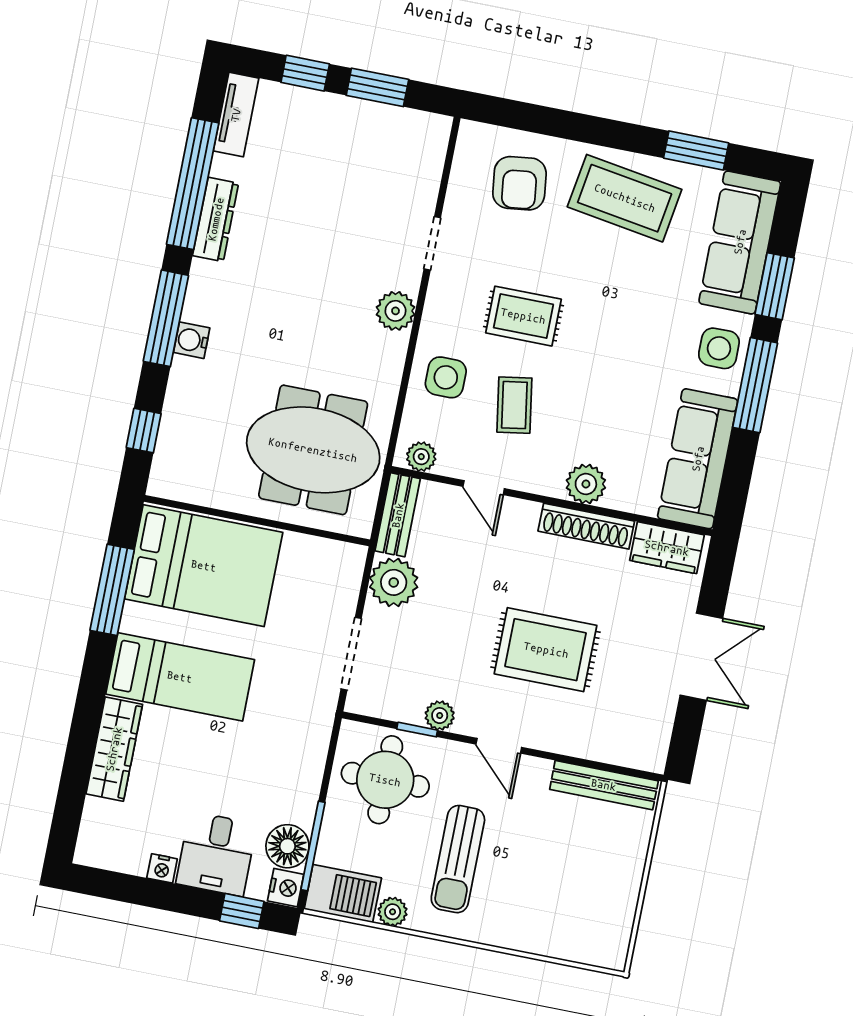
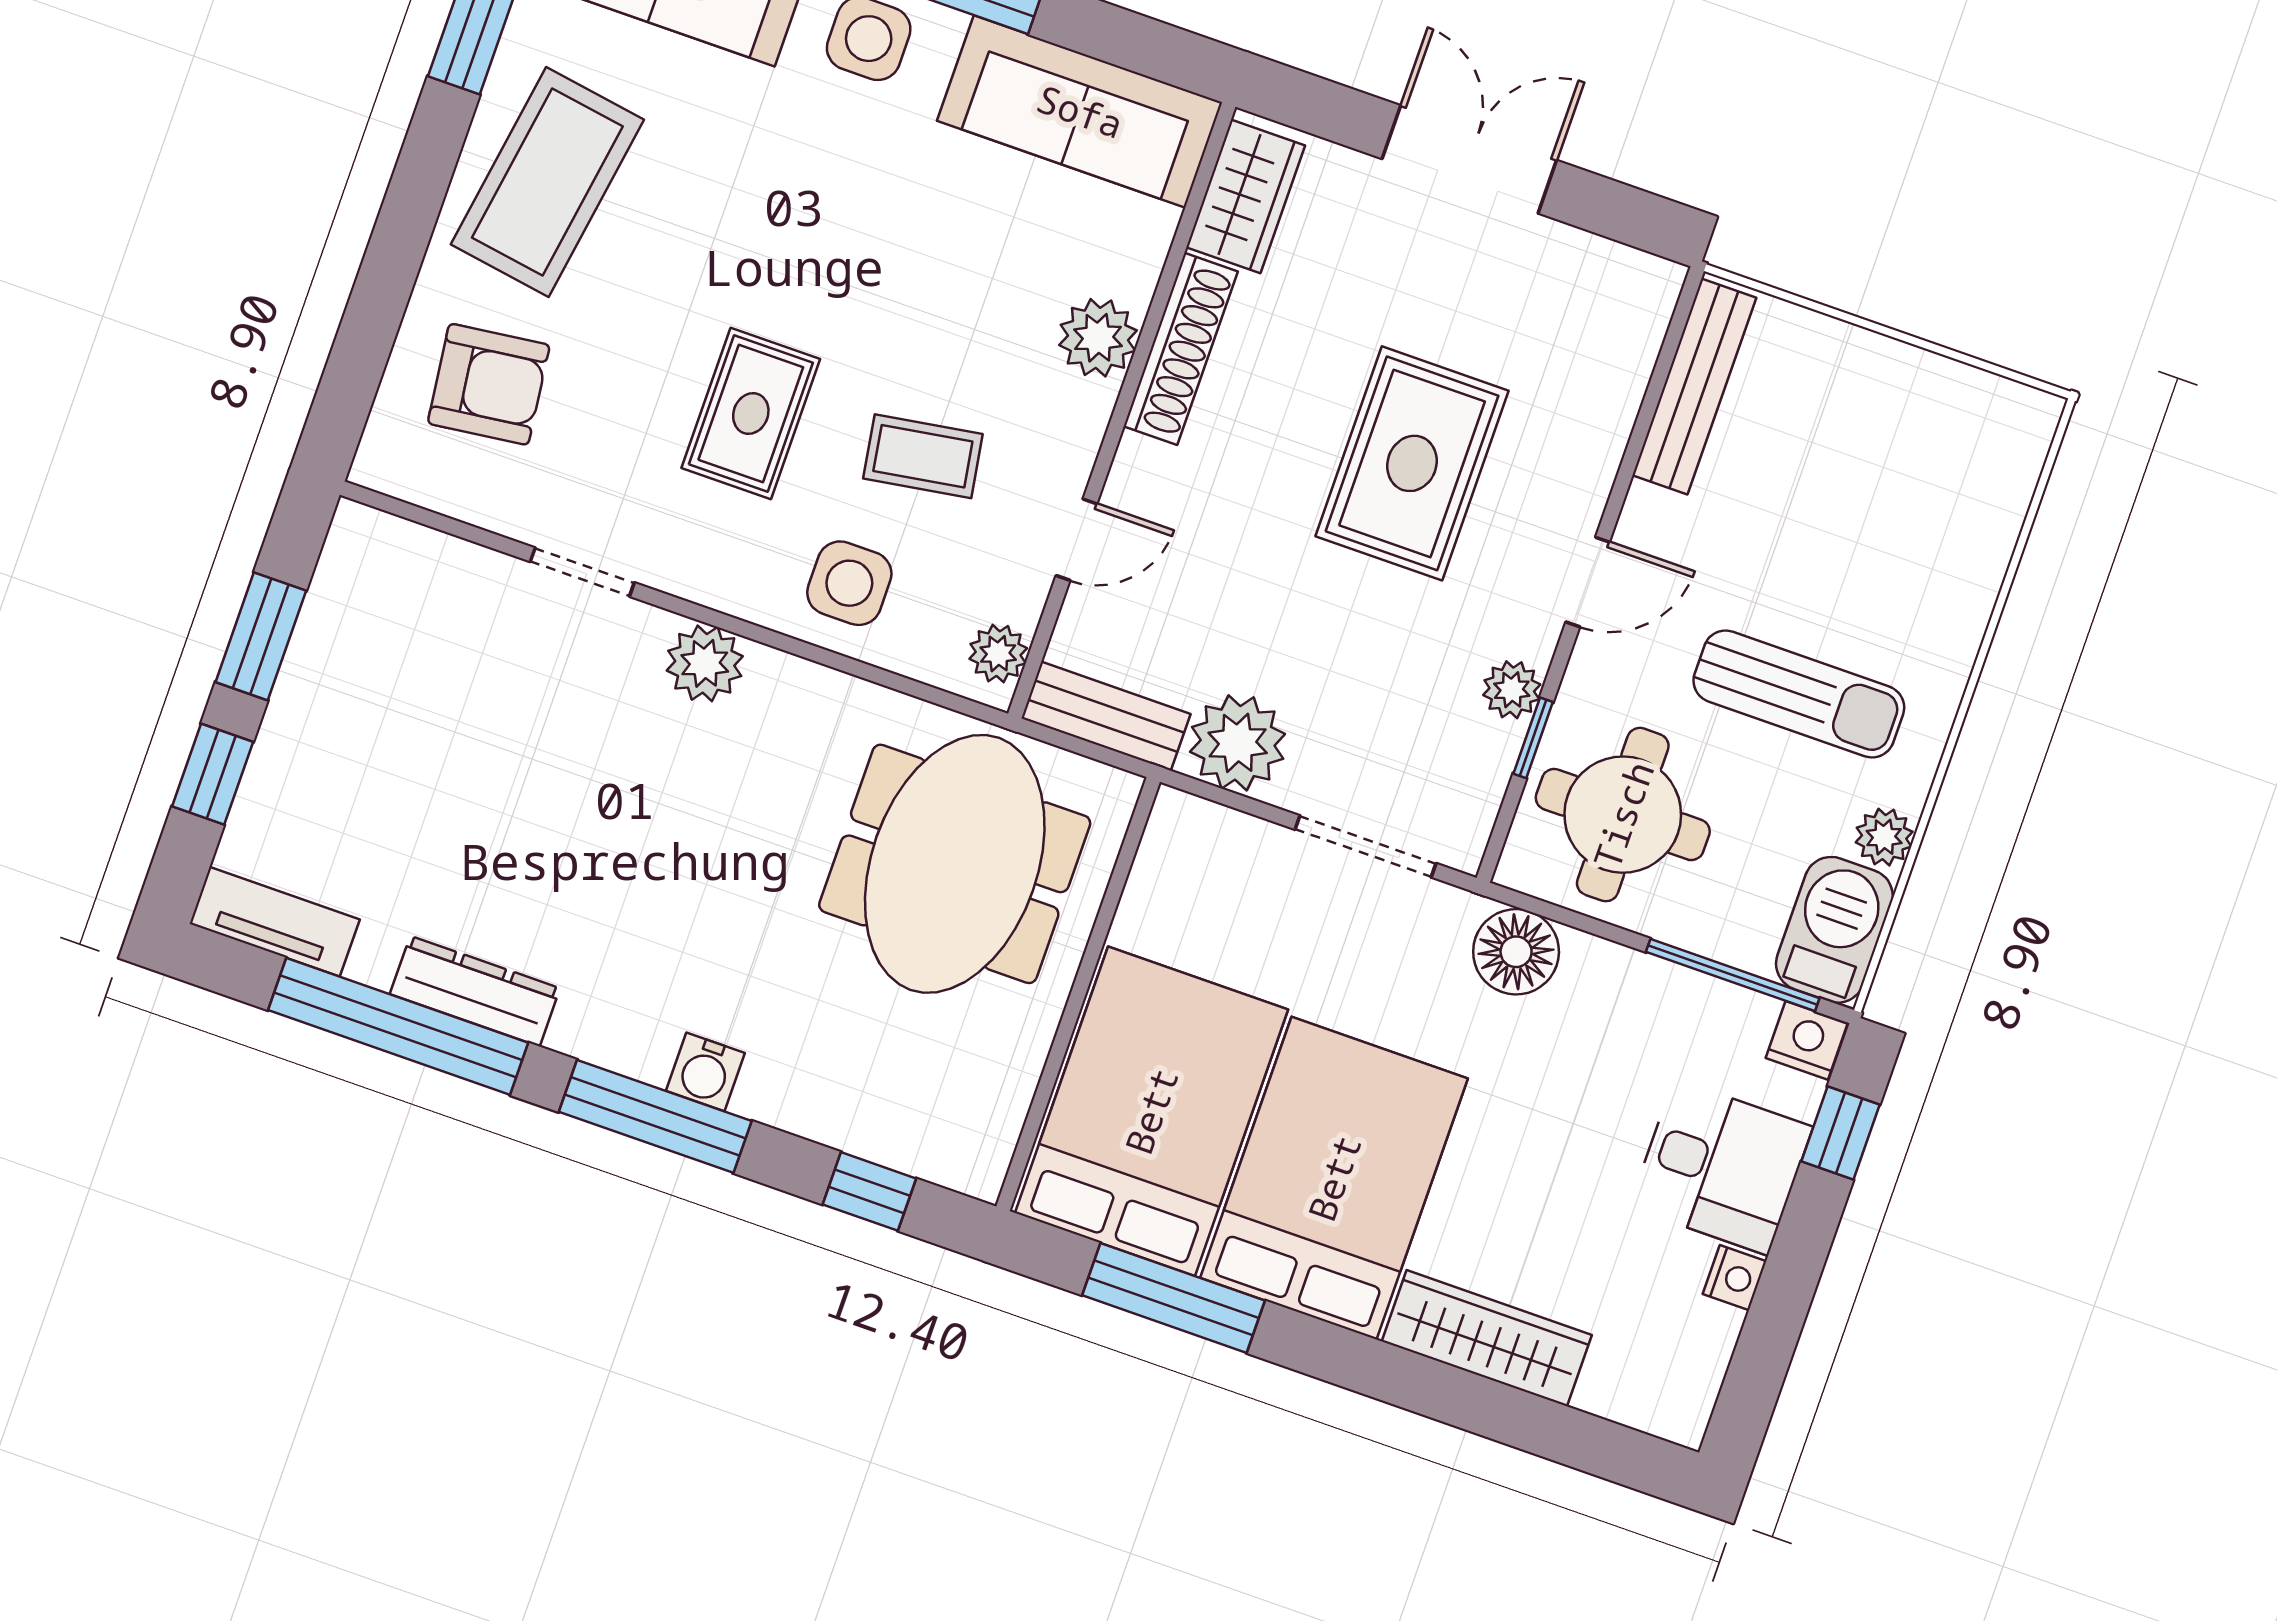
bed: (180, 677) -> (1334, 1178), width x1.50
floor lamp: (287, 846) -> (1516, 952), moved

